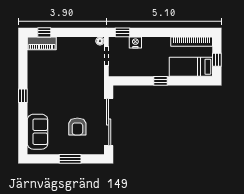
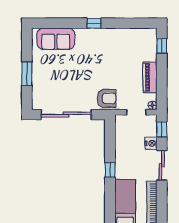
sliding door: (156, 32) -> (162, 165), added
piano: (42, 43) -> (150, 77), moved
armchair: (77, 127) -> (107, 98), moved, turned 180

